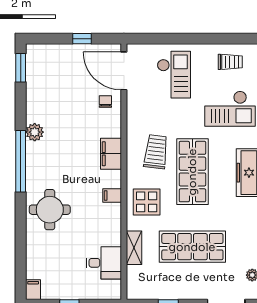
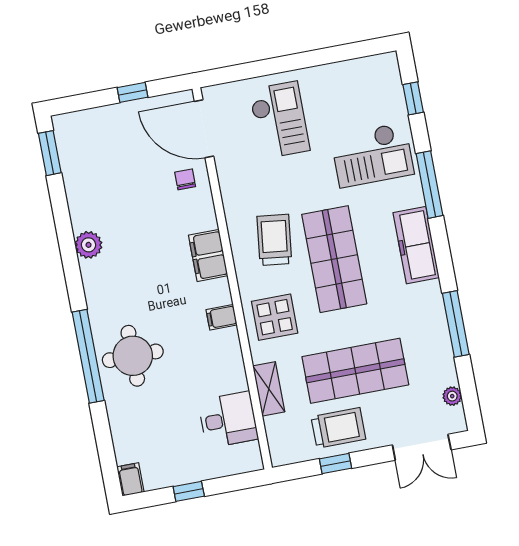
trolley: (230, 62) -> (338, 428), moved, width x1.36, depth x1.39
window: (21, 161) -> (88, 356), moved

